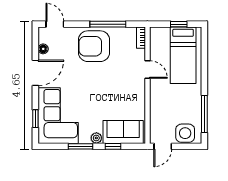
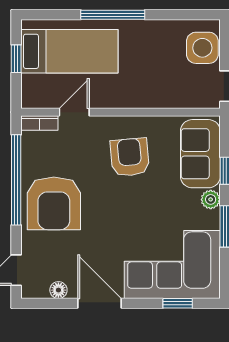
window: (108, 24) -> (16, 180), width x1.46
door: (147, 69) -> (74, 112), moved
armchair: (121, 91) -> (130, 157), added
window: (204, 114) -> (113, 15), moved

